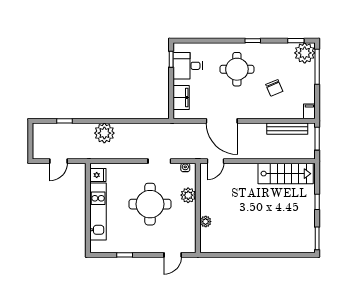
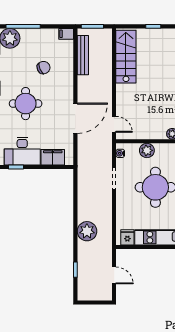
desk: (188, 66) -> (22, 151), width x1.37

